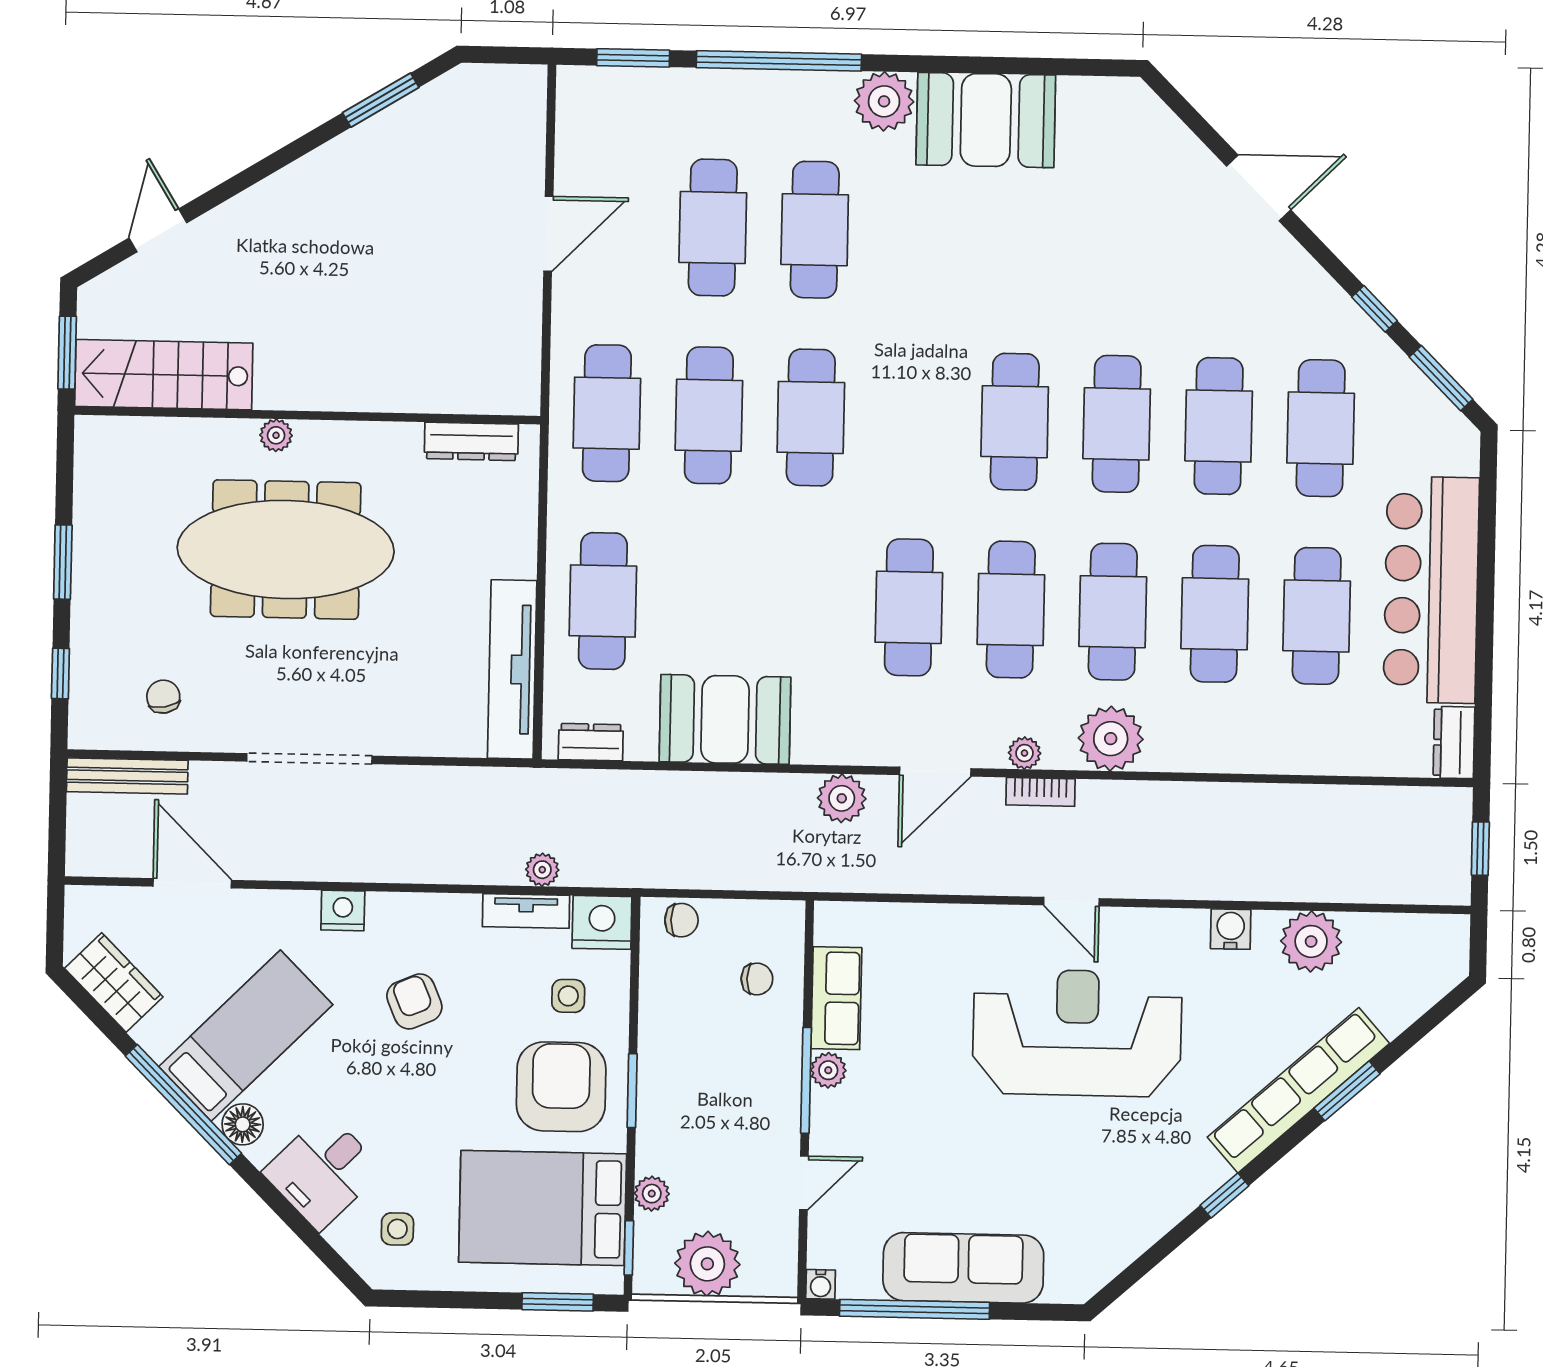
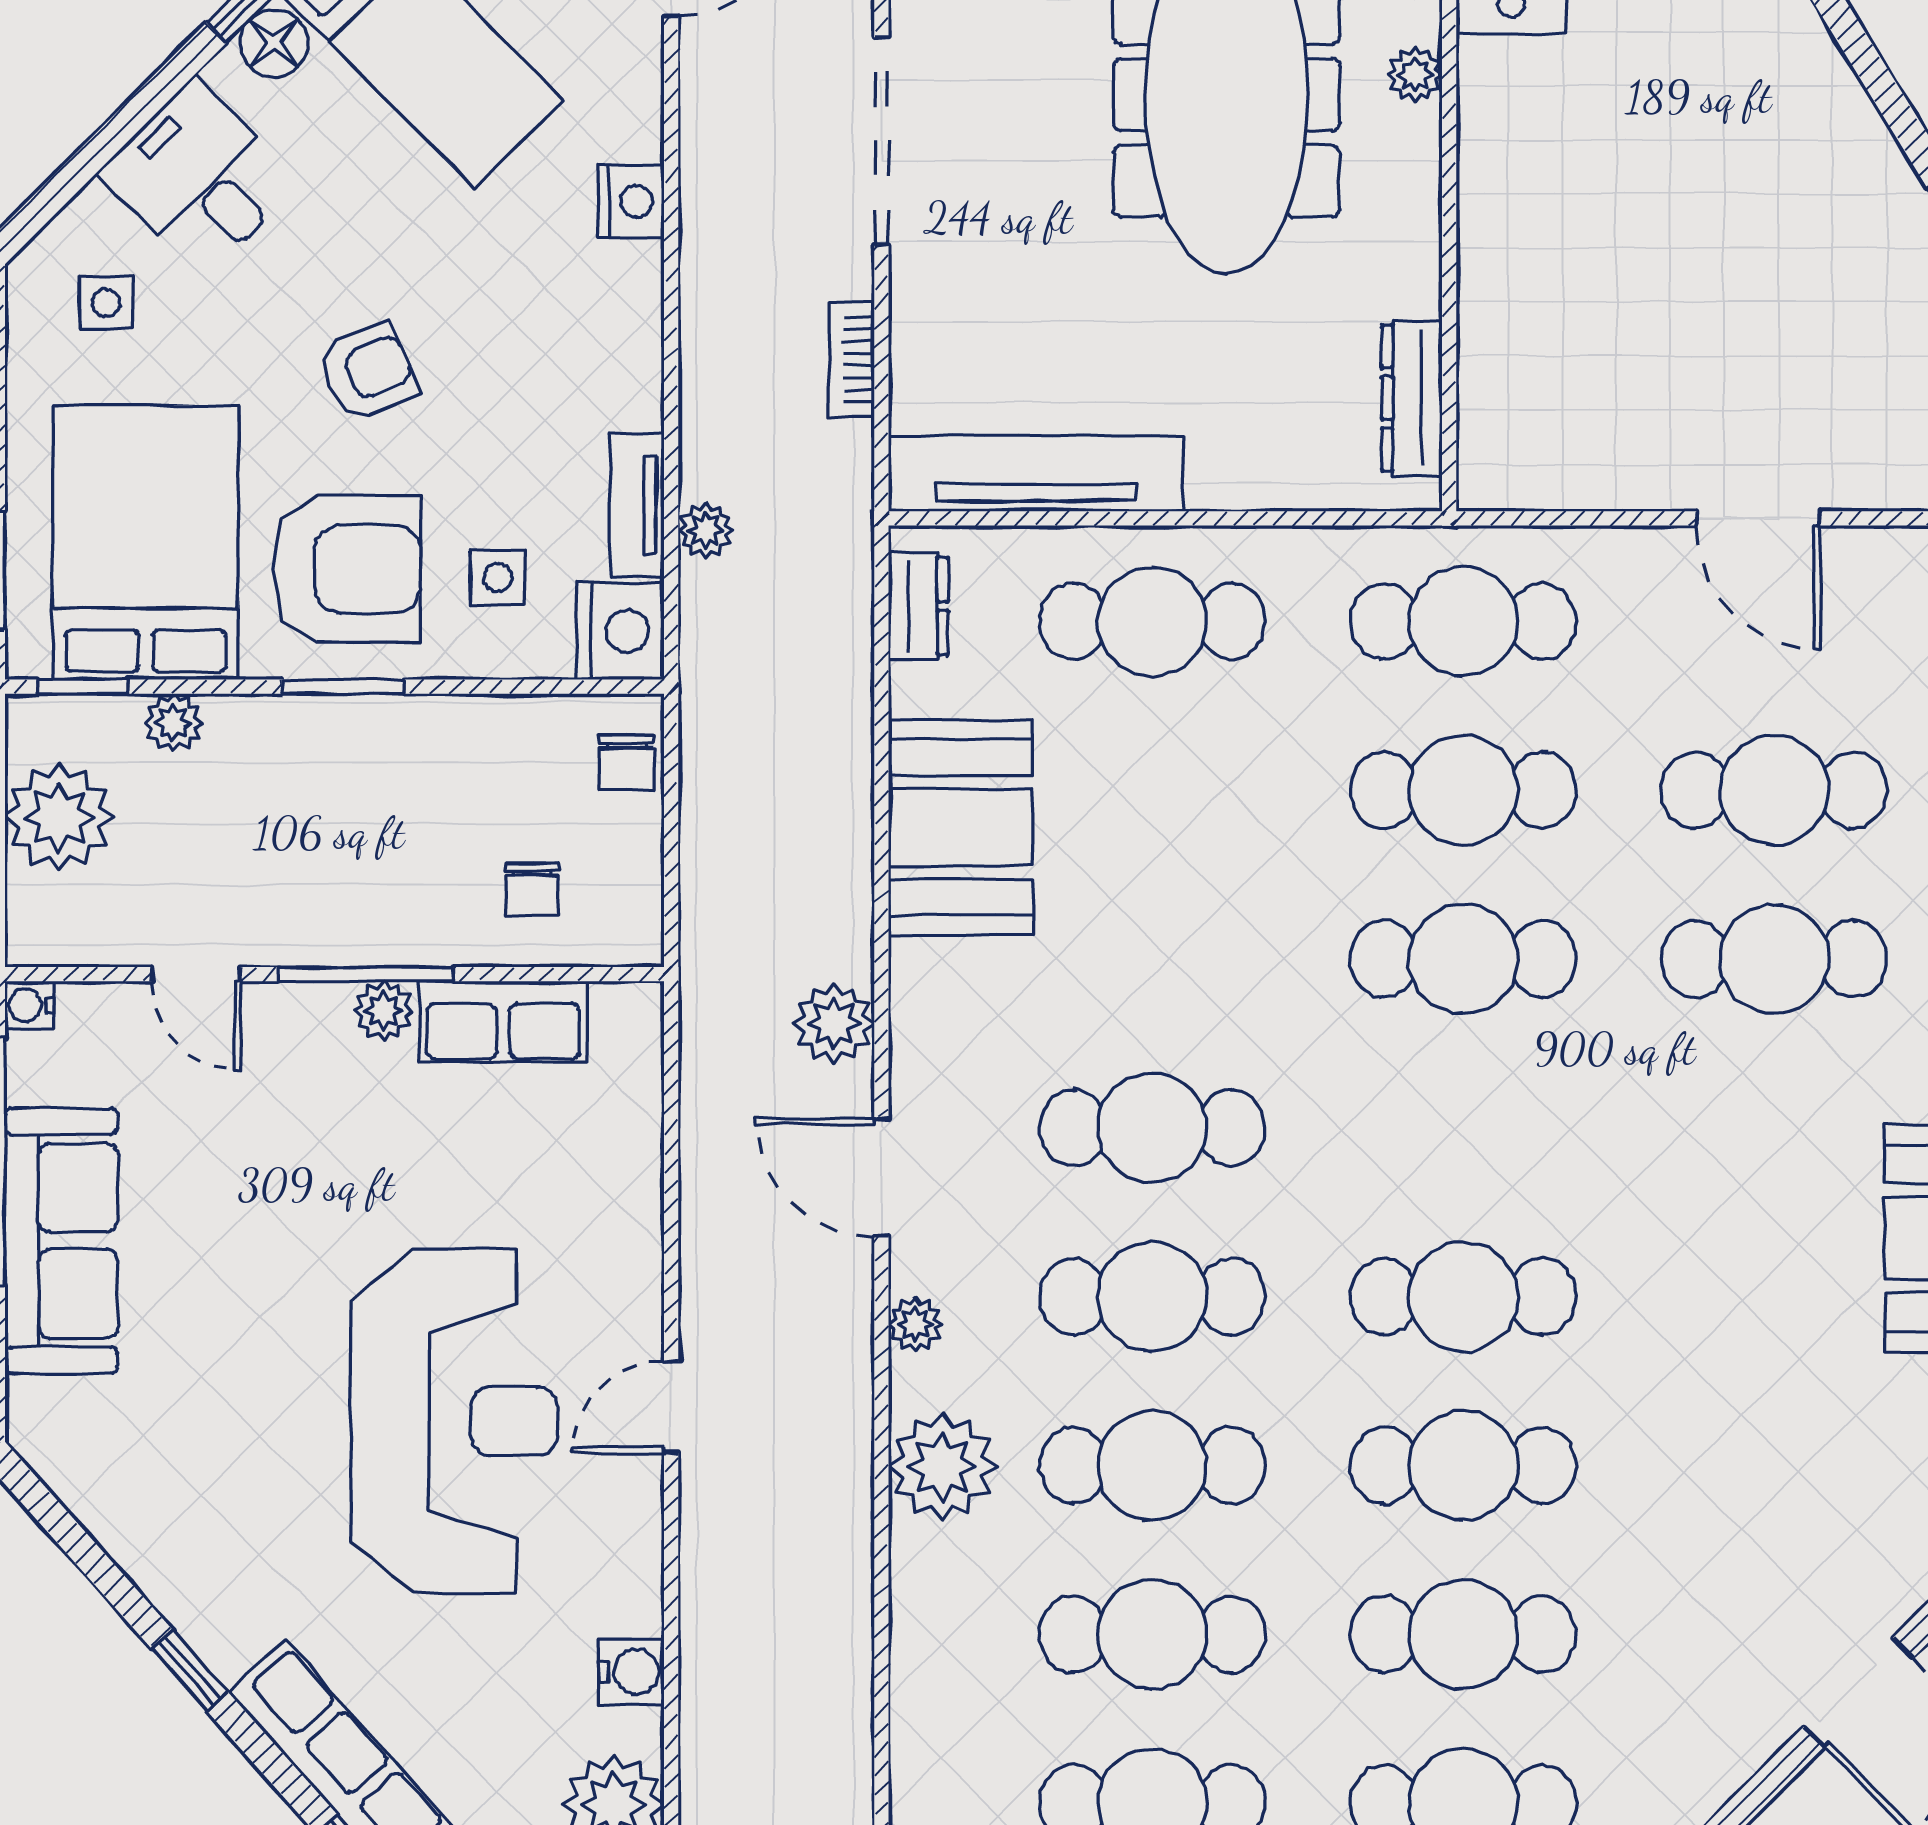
bookcase: (1041, 792) -> (852, 359), moved
armchair: (414, 1001) -> (368, 371), moved

